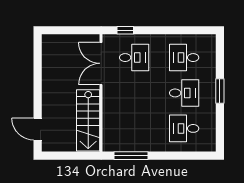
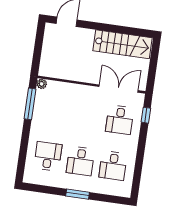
desk: (184, 58) -> (113, 166), turned 180
stairs: (88, 120) -> (122, 44), moved, turned 180
plant: (108, 146) -> (42, 84), added

